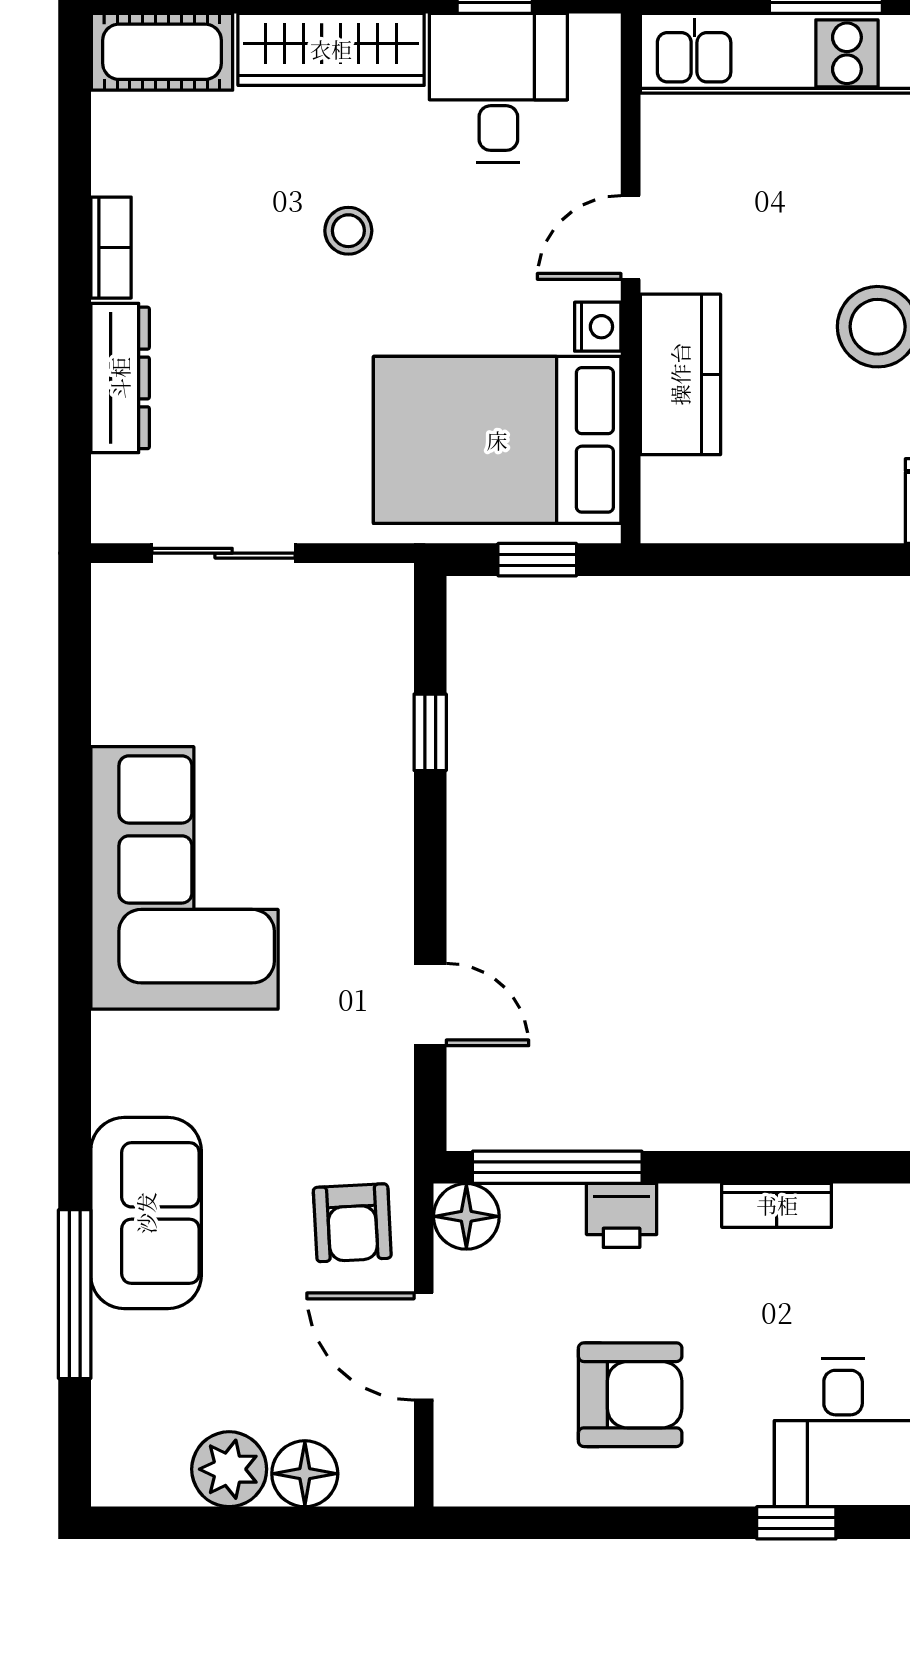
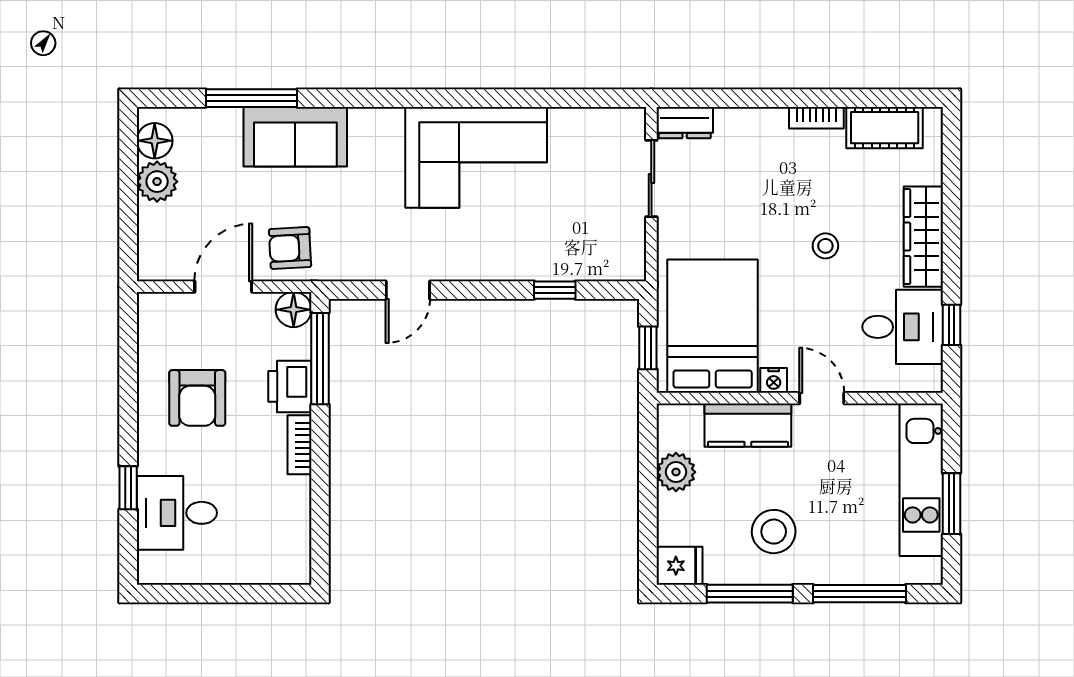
cot: (162, 52) -> (885, 128), moved, turned 90
dresser: (120, 378) -> (685, 123), moved, width x0.70
plant: (767, 508) -> (676, 472), added
bookcase: (777, 1205) -> (299, 445), moved
printer: (622, 1215) -> (290, 386), width x1.36, depth x1.24
floor lamp: (305, 1474) -> (155, 141), moved

